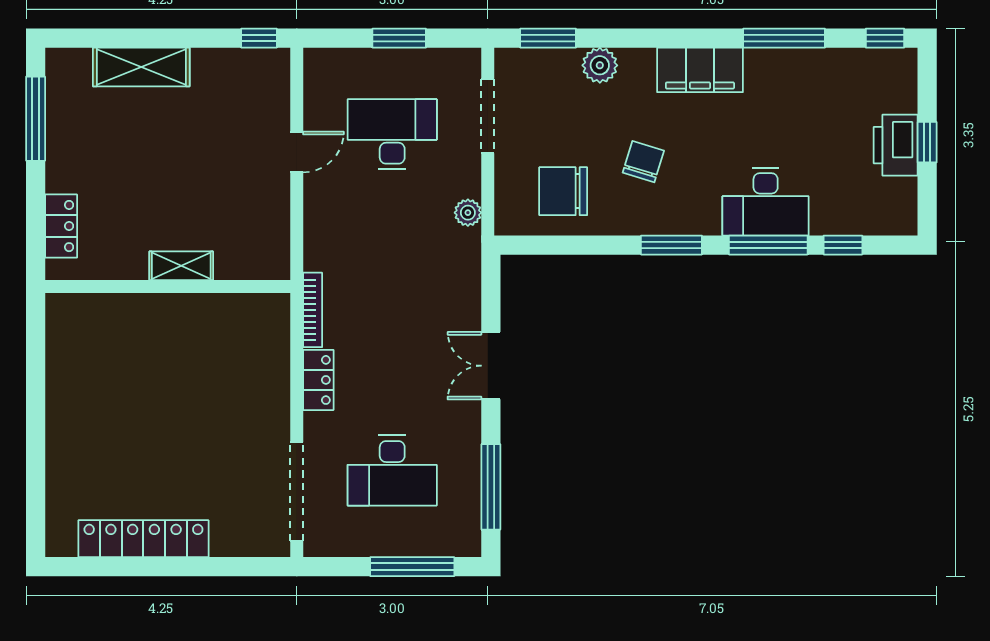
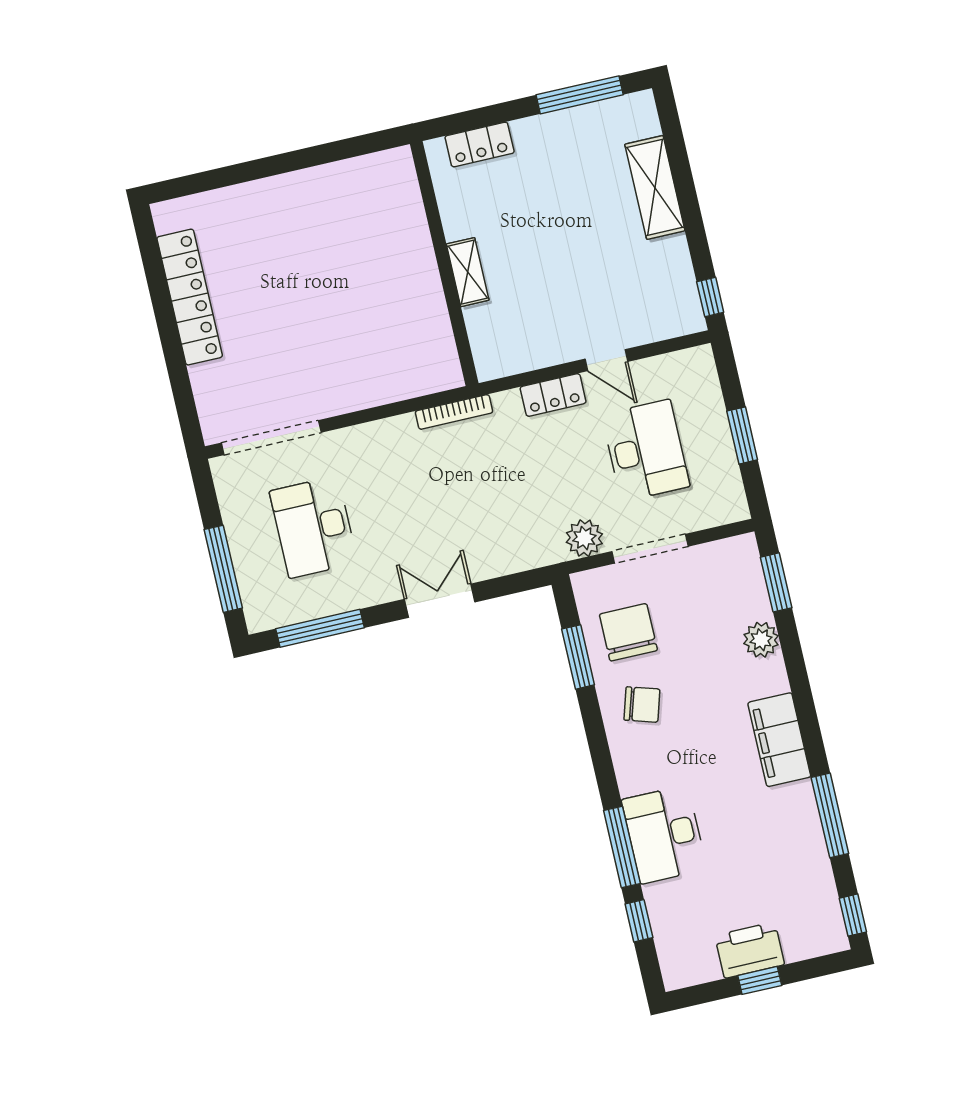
doorway: (488, 116) -> (650, 549), moved
chair: (643, 162) -> (642, 705), moved
plant: (468, 213) -> (584, 538), width x1.38, depth x1.38
window: (671, 245) -> (578, 657), moved
locker: (318, 380) -> (553, 395), moved

